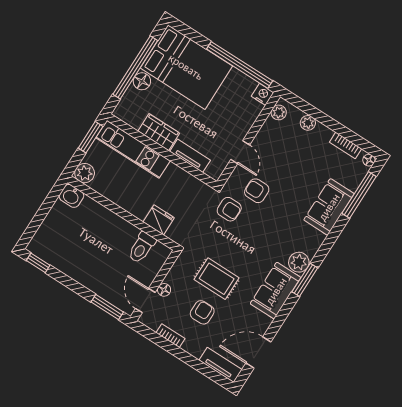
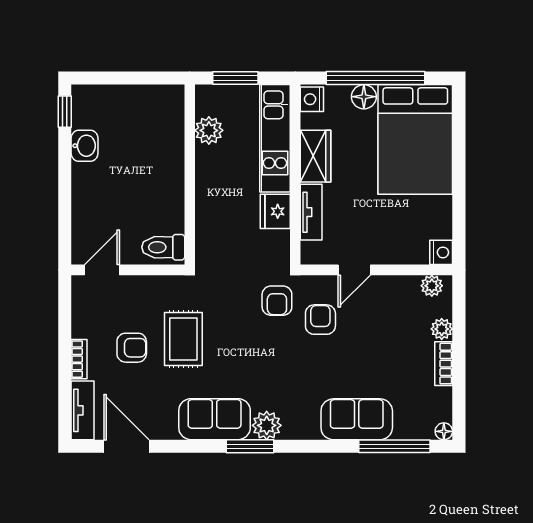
window: (240, 65) -> (459, 202), removed
nightstand: (124, 113) -> (312, 99), added
window: (91, 137) -> (235, 78), moved
bookcase: (346, 145) -> (444, 364), moved
plant: (85, 173) -> (209, 130), moved
washbasin: (71, 196) -> (85, 146), moved, turned 180
fridge: (159, 220) -> (275, 211), moved, turned 180
toilet: (142, 248) -> (163, 247), moved
floor lamp: (164, 290) -> (129, 284), removed
window: (107, 307) -> (65, 229), removed
bookcase: (170, 336) -> (79, 359), moved

